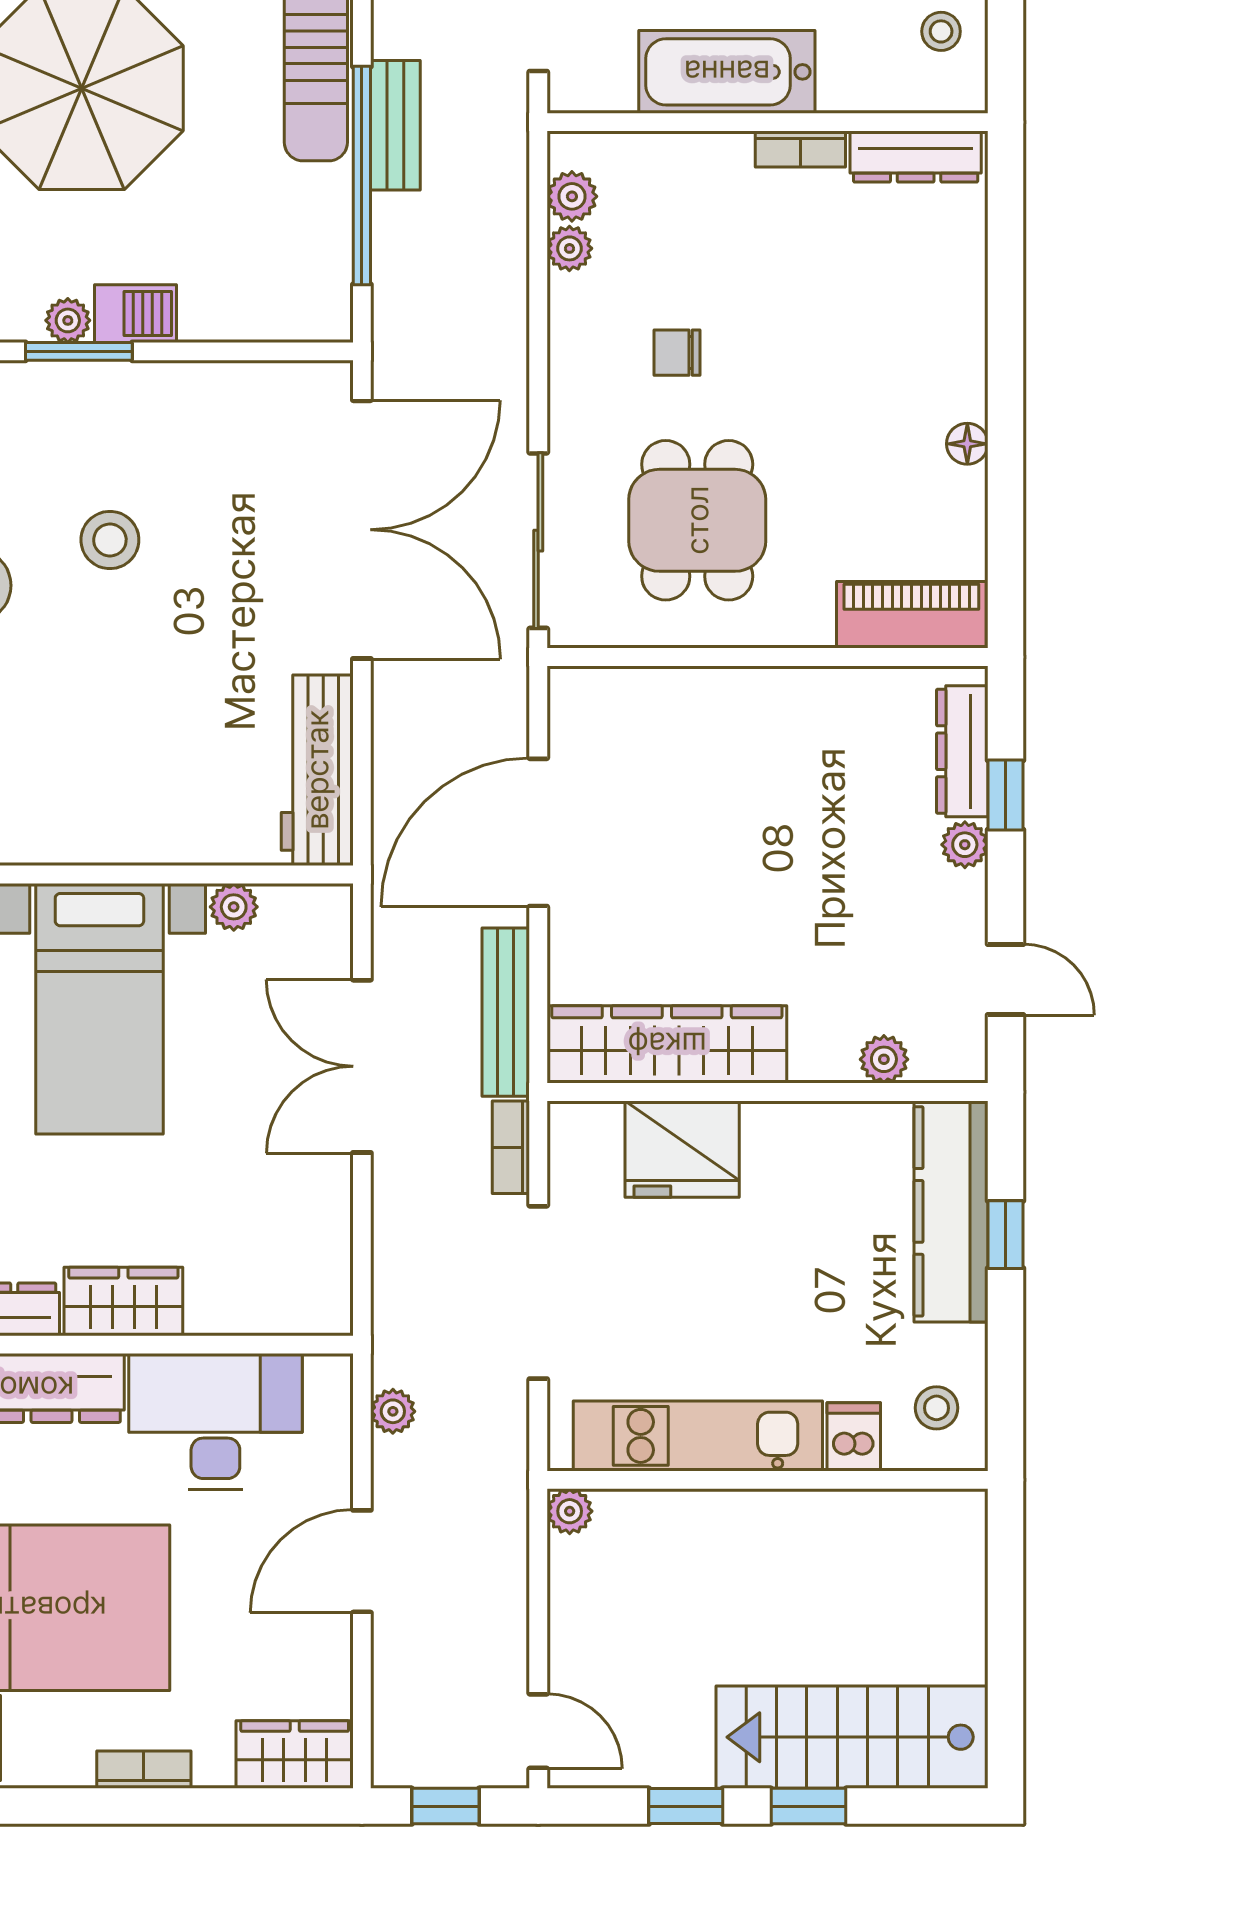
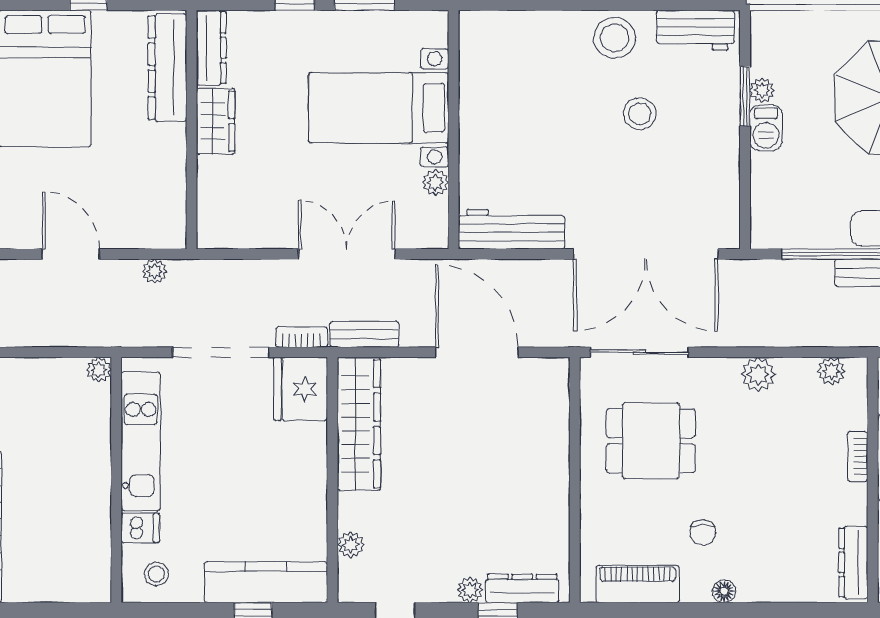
bookcase: (800, 149) -> (858, 456), moved
plant: (569, 248) -> (758, 374), moved, width x1.38, depth x1.38
chair: (677, 353) -> (703, 532), moved, turned 180
floor lamp: (967, 444) -> (724, 591), moved
piano: (911, 615) -> (638, 584), moved, turned -90
bench: (506, 1012) -> (364, 334), width x0.73
fridge: (682, 1149) -> (301, 389), moved
desk: (215, 1422) -> (149, 172), removed

